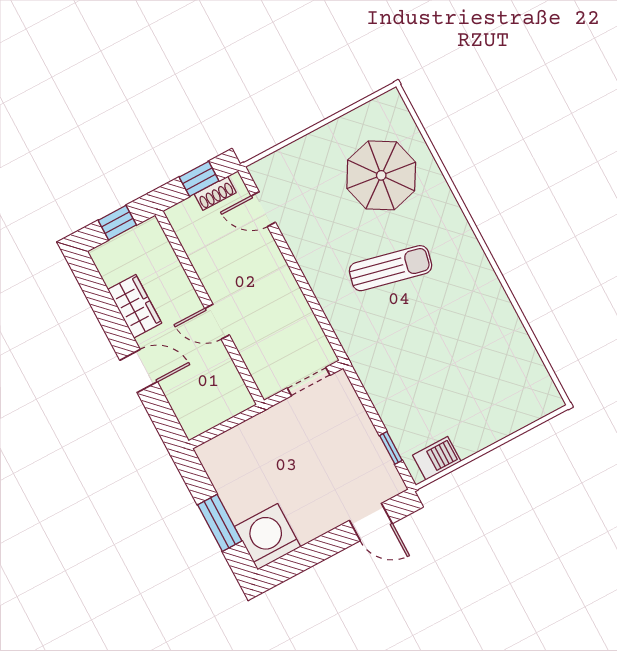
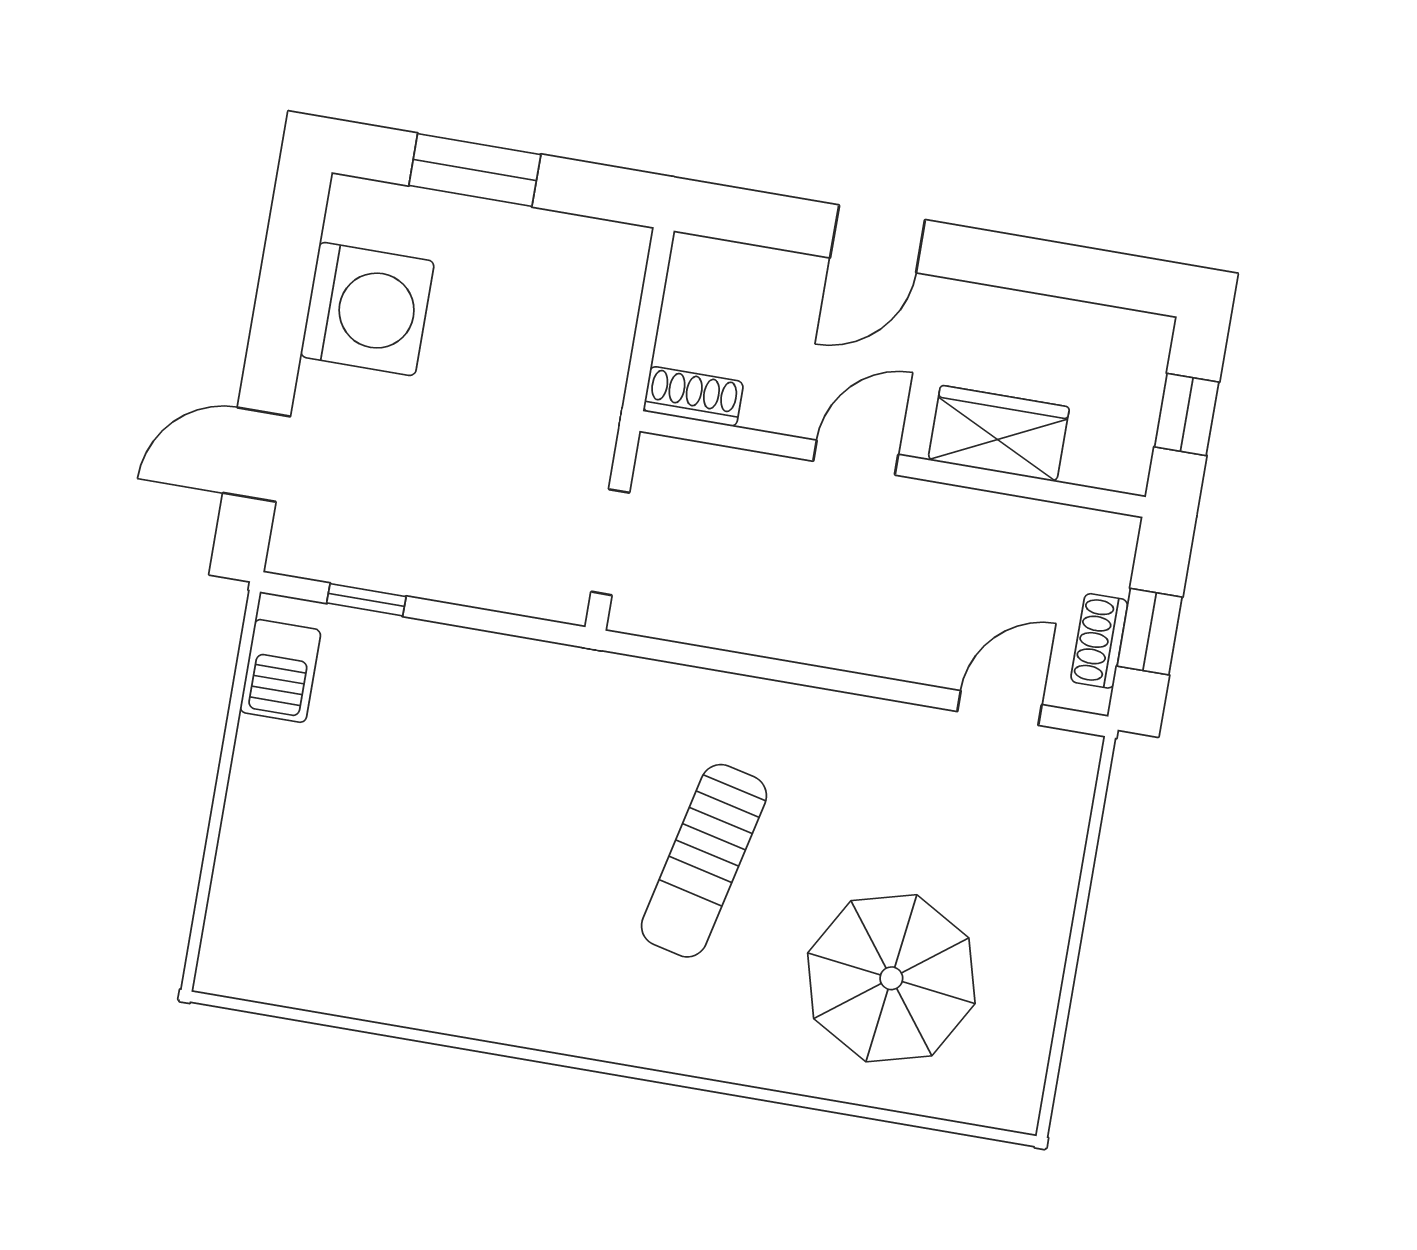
wardrobe: (135, 306) -> (999, 434), moved, turned 180
shoe rack: (239, 392) -> (693, 396), added
washing machine: (268, 537) -> (367, 309), moved

